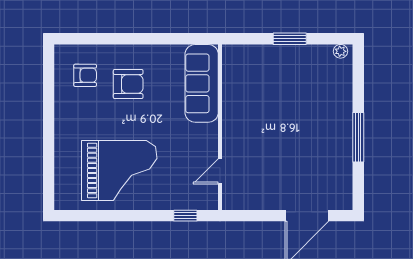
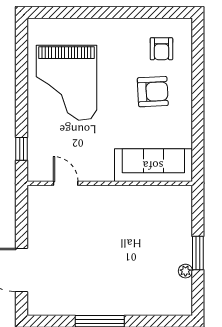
plant: (341, 51) -> (185, 271), moved
armchair: (128, 84) -> (153, 92), turned -93

